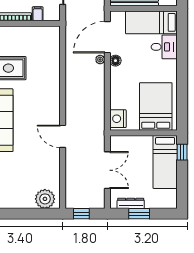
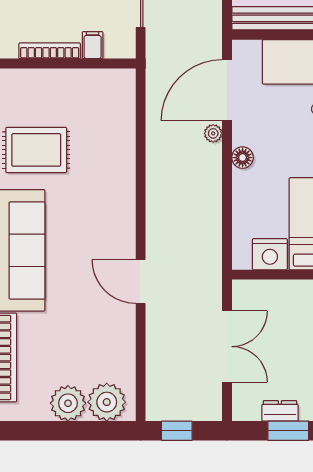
floor lamp: (115, 61) -> (243, 158), moved
nightstand: (118, 119) -> (270, 254), moved, turned -90
plant: (25, 199) -> (68, 403), added
dresser: (131, 203) -> (280, 411), width x0.70

